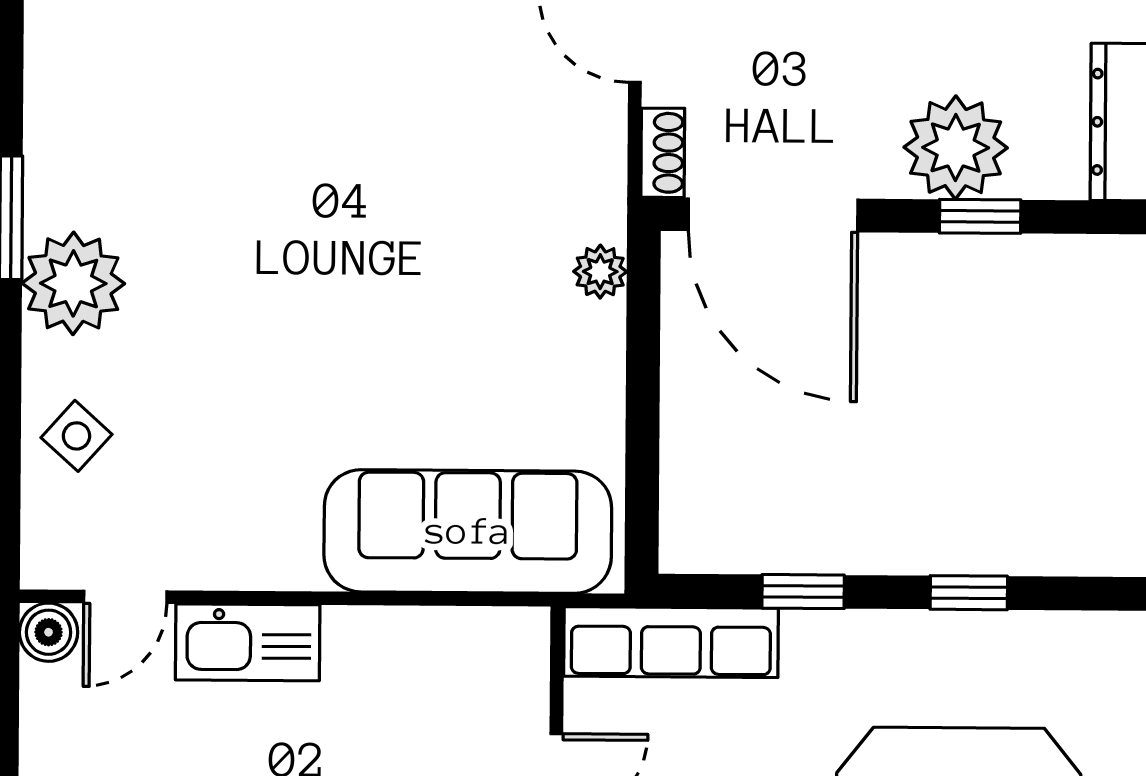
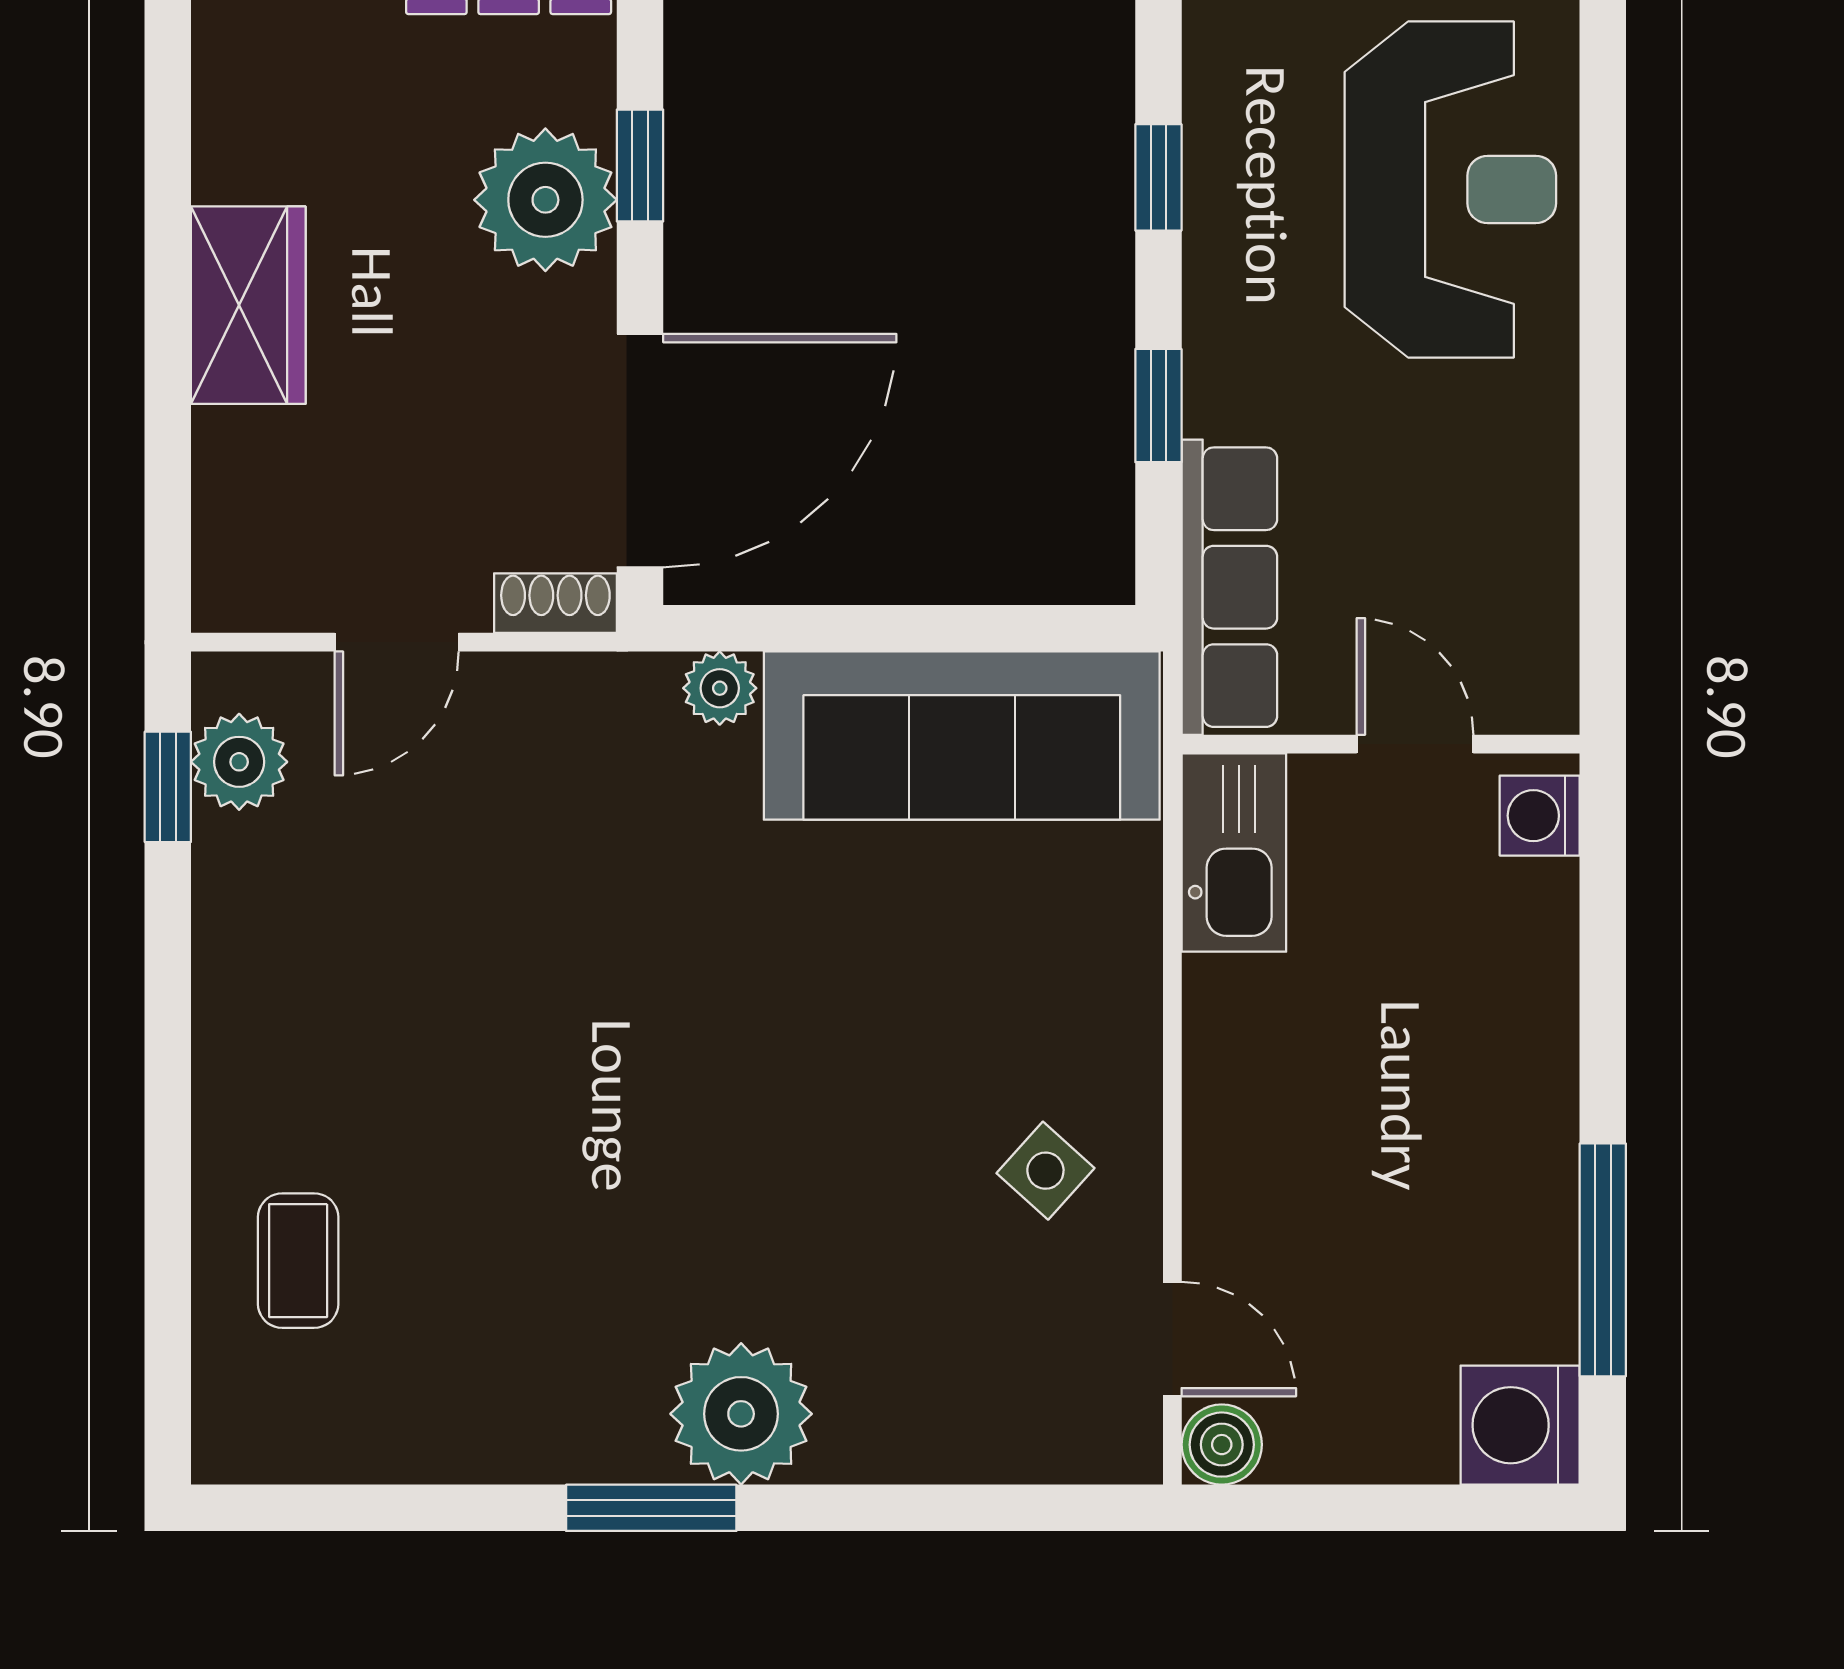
side table: (76, 436) -> (1045, 1171), moved
sofa: (468, 531) -> (962, 736), moved, turned -90
kitchen sink: (248, 642) -> (1234, 852), moved

